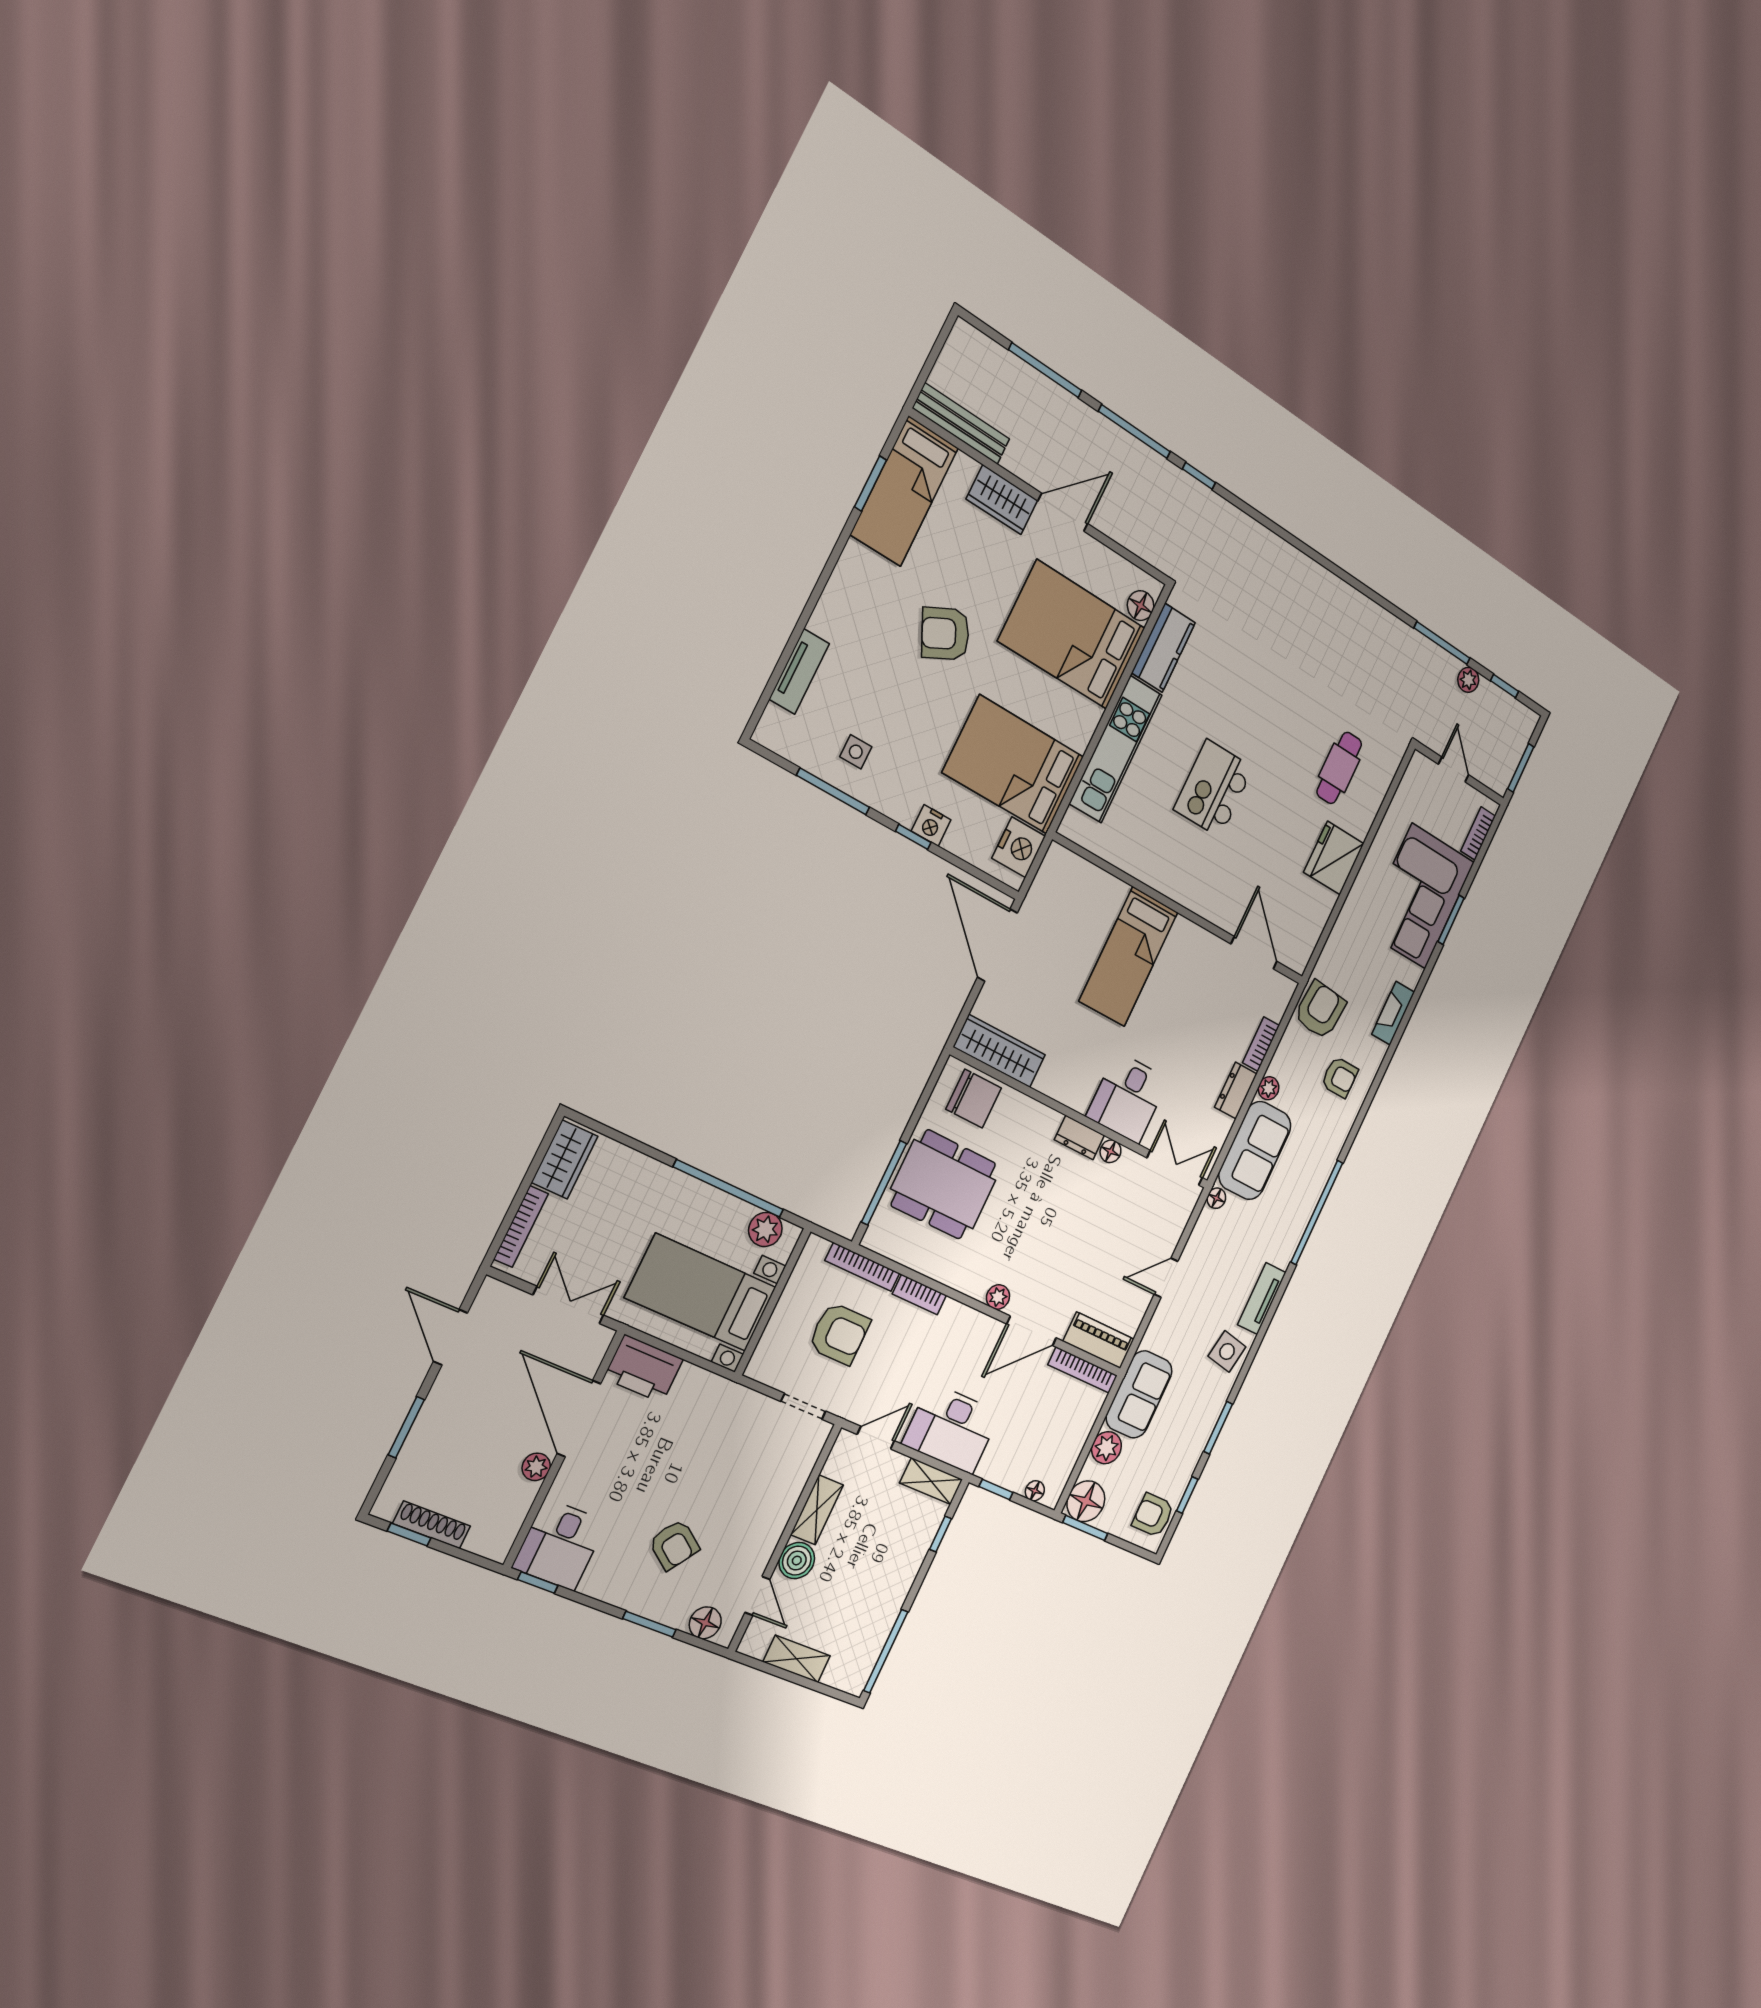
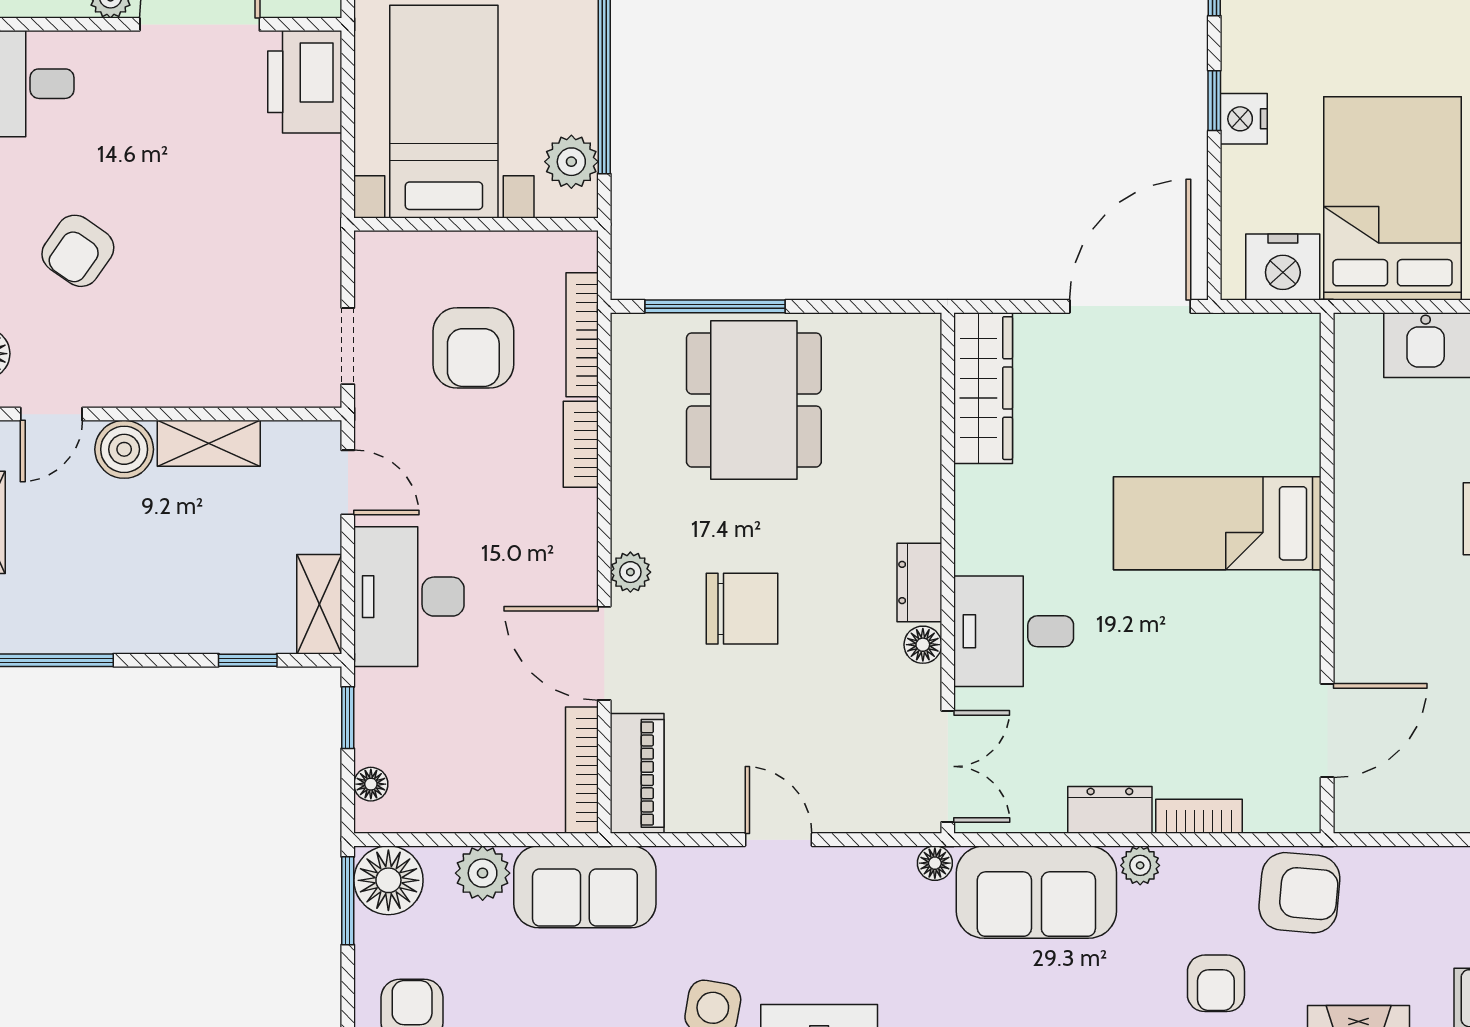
chair: (974, 1099) -> (742, 609), moved, turned -90

